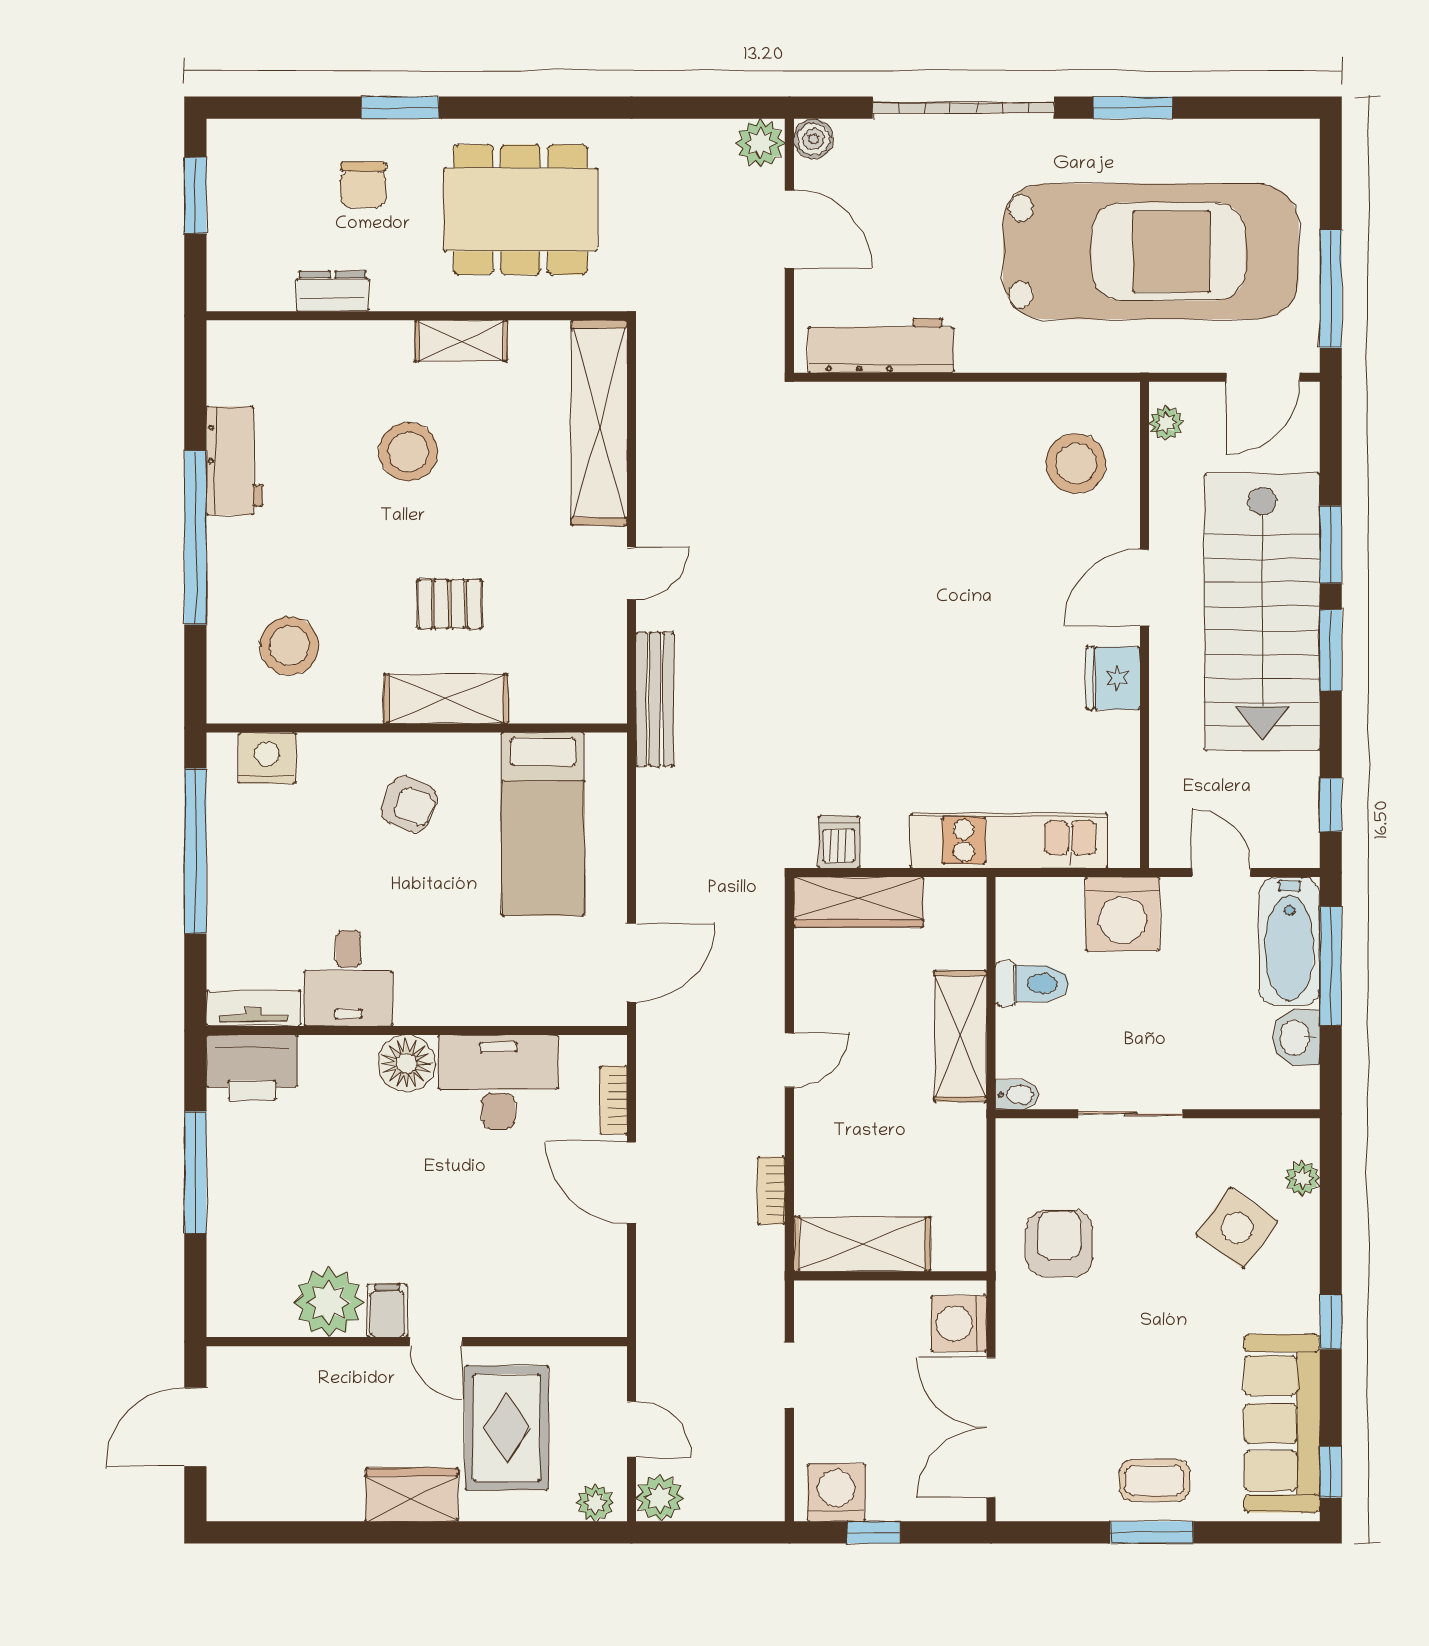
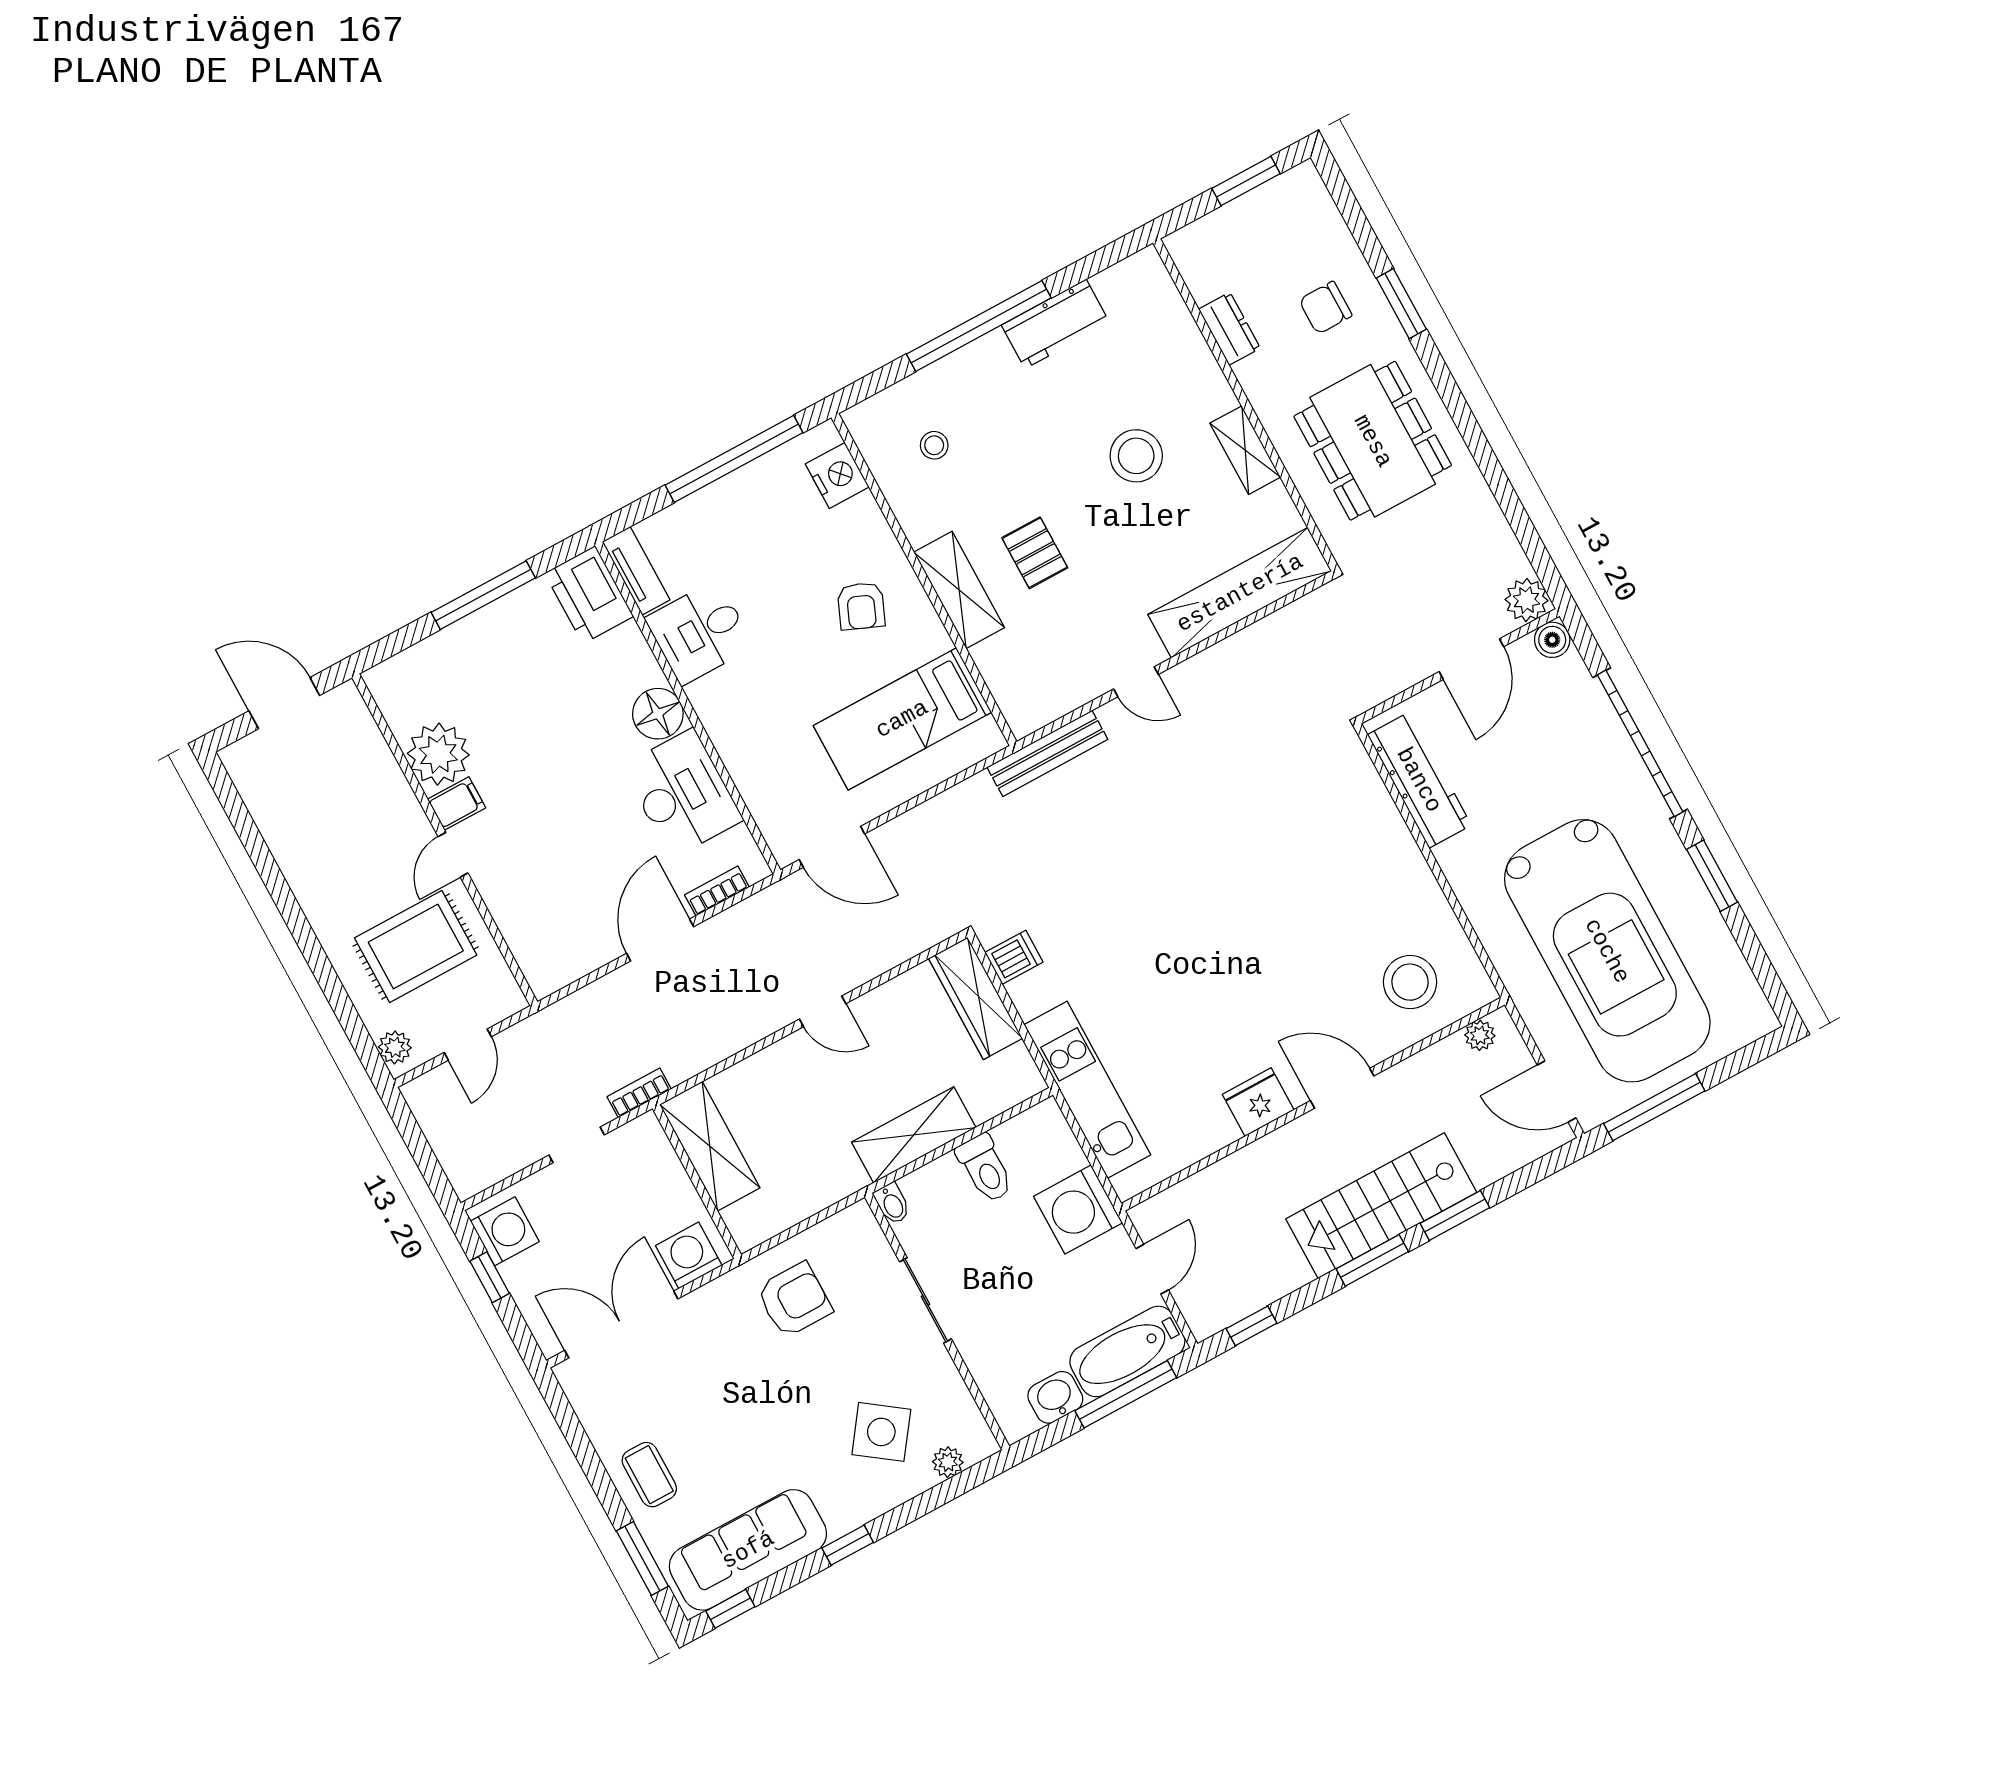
stairs: (1262, 612) -> (1381, 1206), width x0.73, depth x0.66
stool: (289, 646) -> (934, 445), width x0.53, depth x0.53
bookcase: (771, 1191) -> (639, 1093), moved
wardrobe: (412, 1495) -> (323, 901), removed
plant: (660, 1498) -> (426, 1096), removed
window: (1152, 1532) -> (642, 1559), moved

